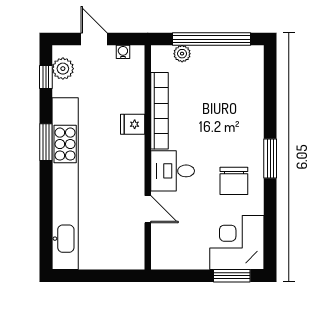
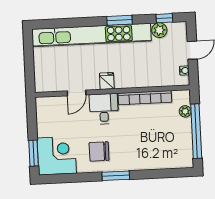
plant: (63, 69) -> (159, 30), moved
fridge: (133, 124) -> (107, 81), moved

